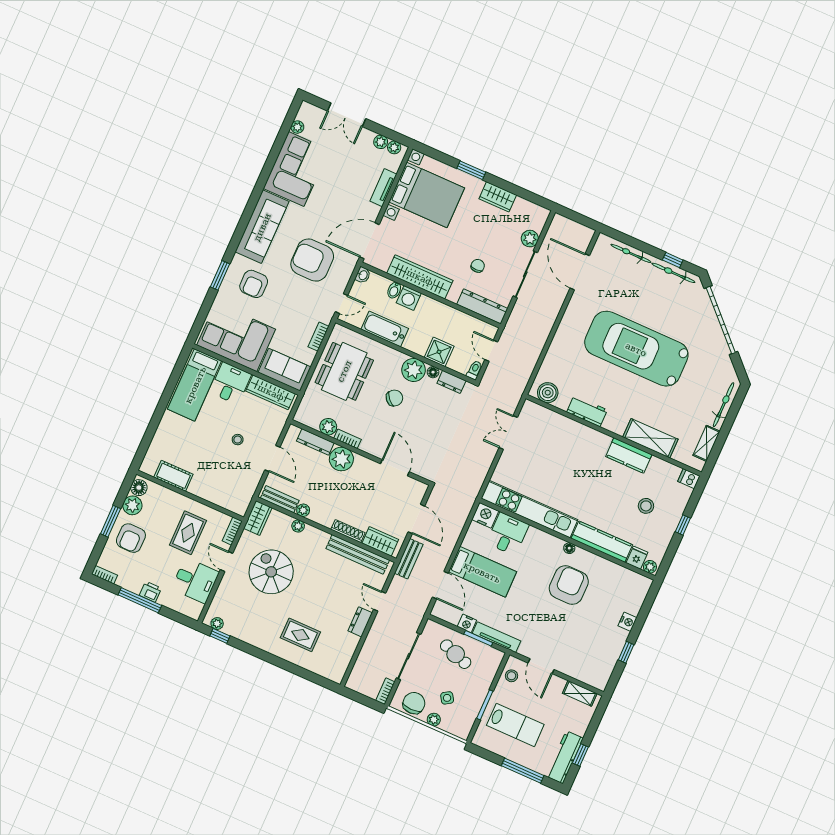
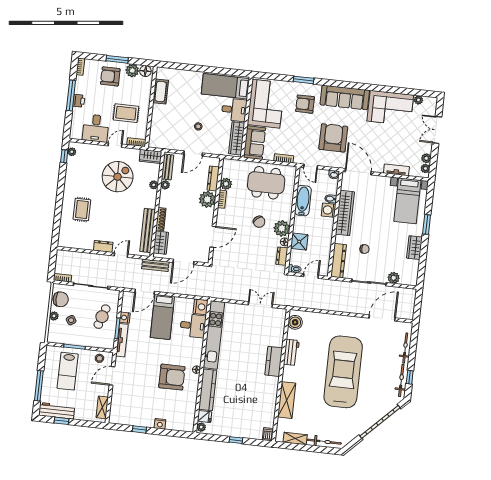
bed with nightstands: (427, 195) -> (407, 201), width x0.73
kitchen counter: (629, 455) -> (274, 361), moved
stool: (646, 506) -> (241, 412), removed

